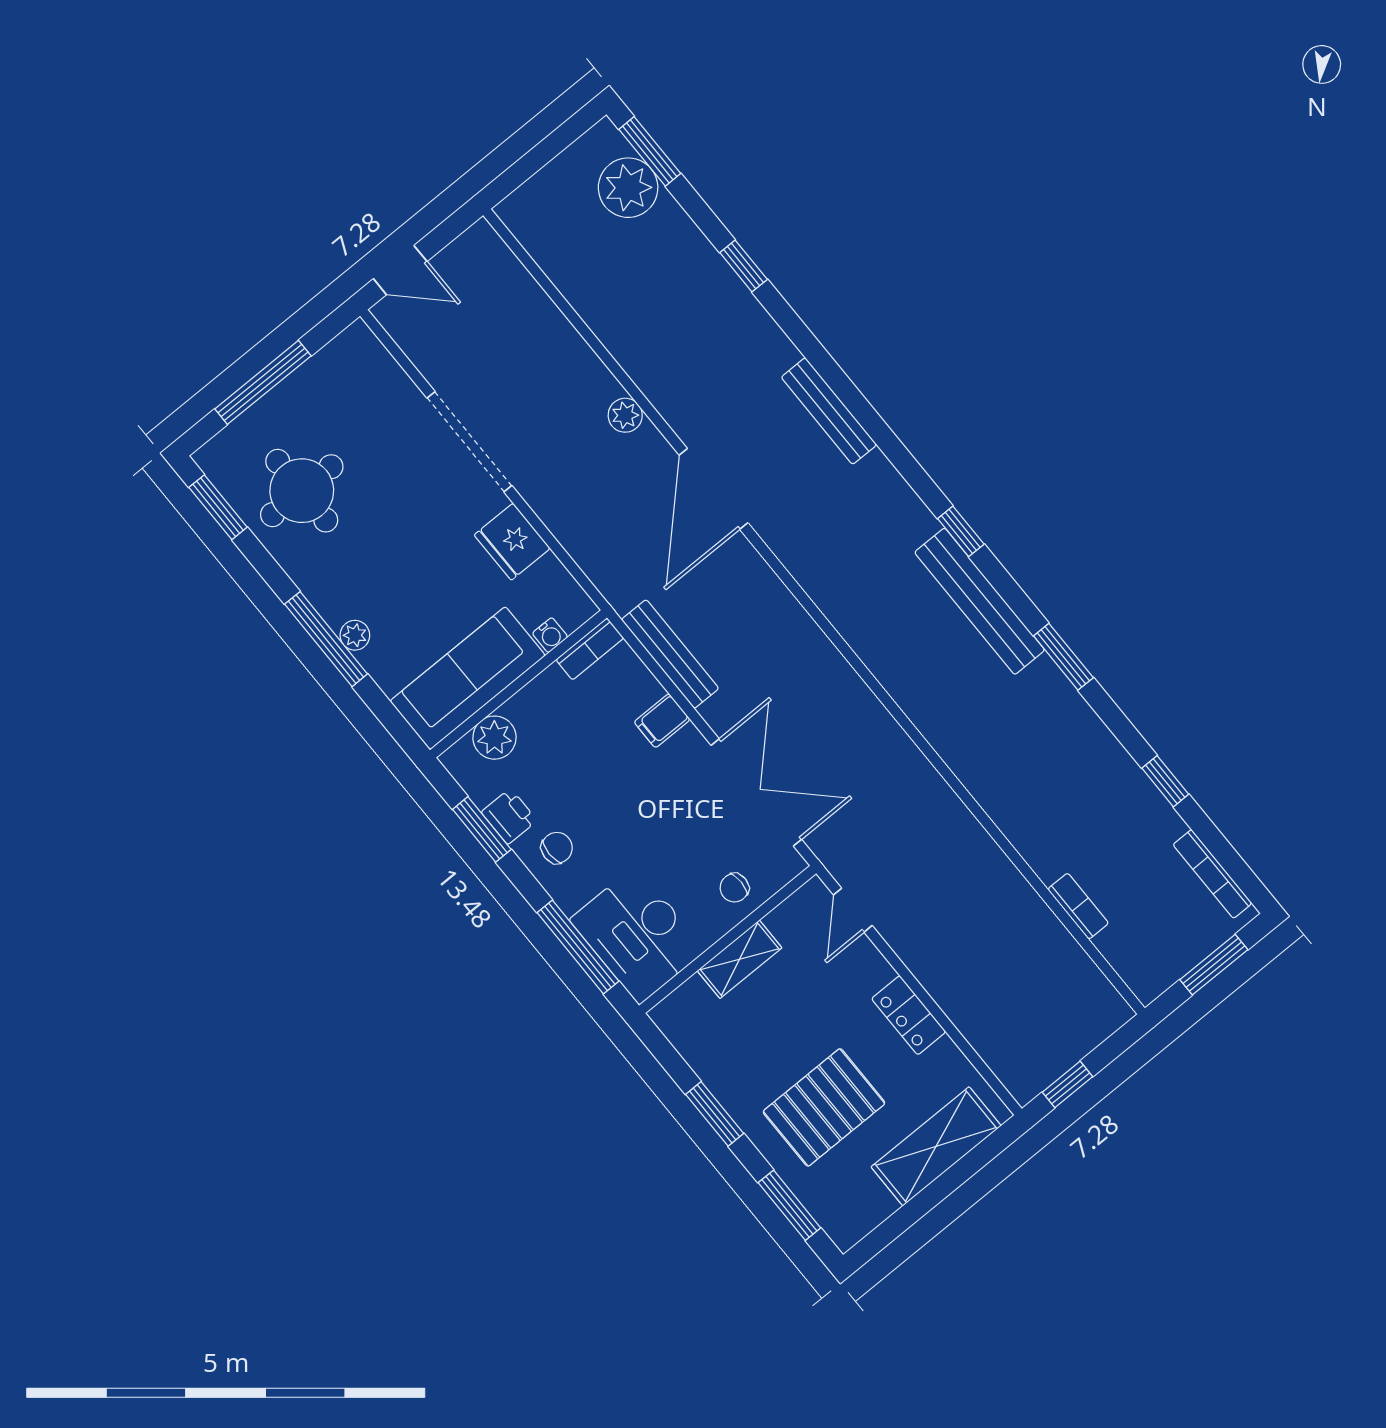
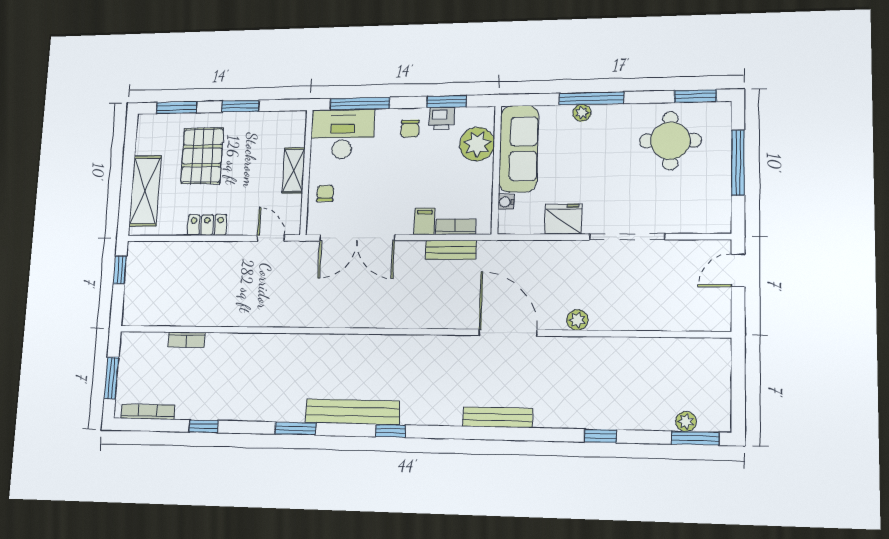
plant: (628, 188) -> (686, 421), width x0.53, depth x0.53
bookcase: (590, 649) -> (456, 227), moved, turned 90
bench: (670, 654) -> (451, 250), width x0.73
plant: (494, 738) -> (477, 144), width x1.36, depth x1.36

